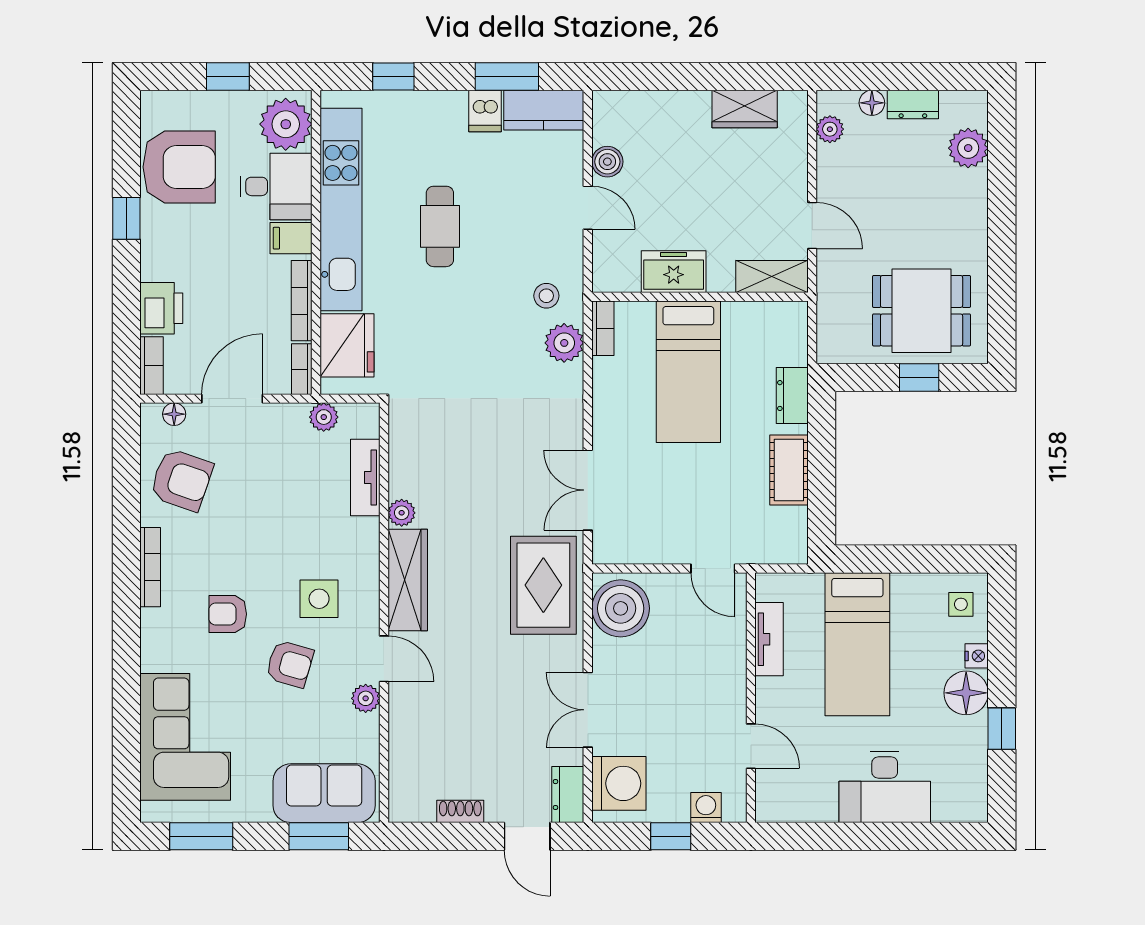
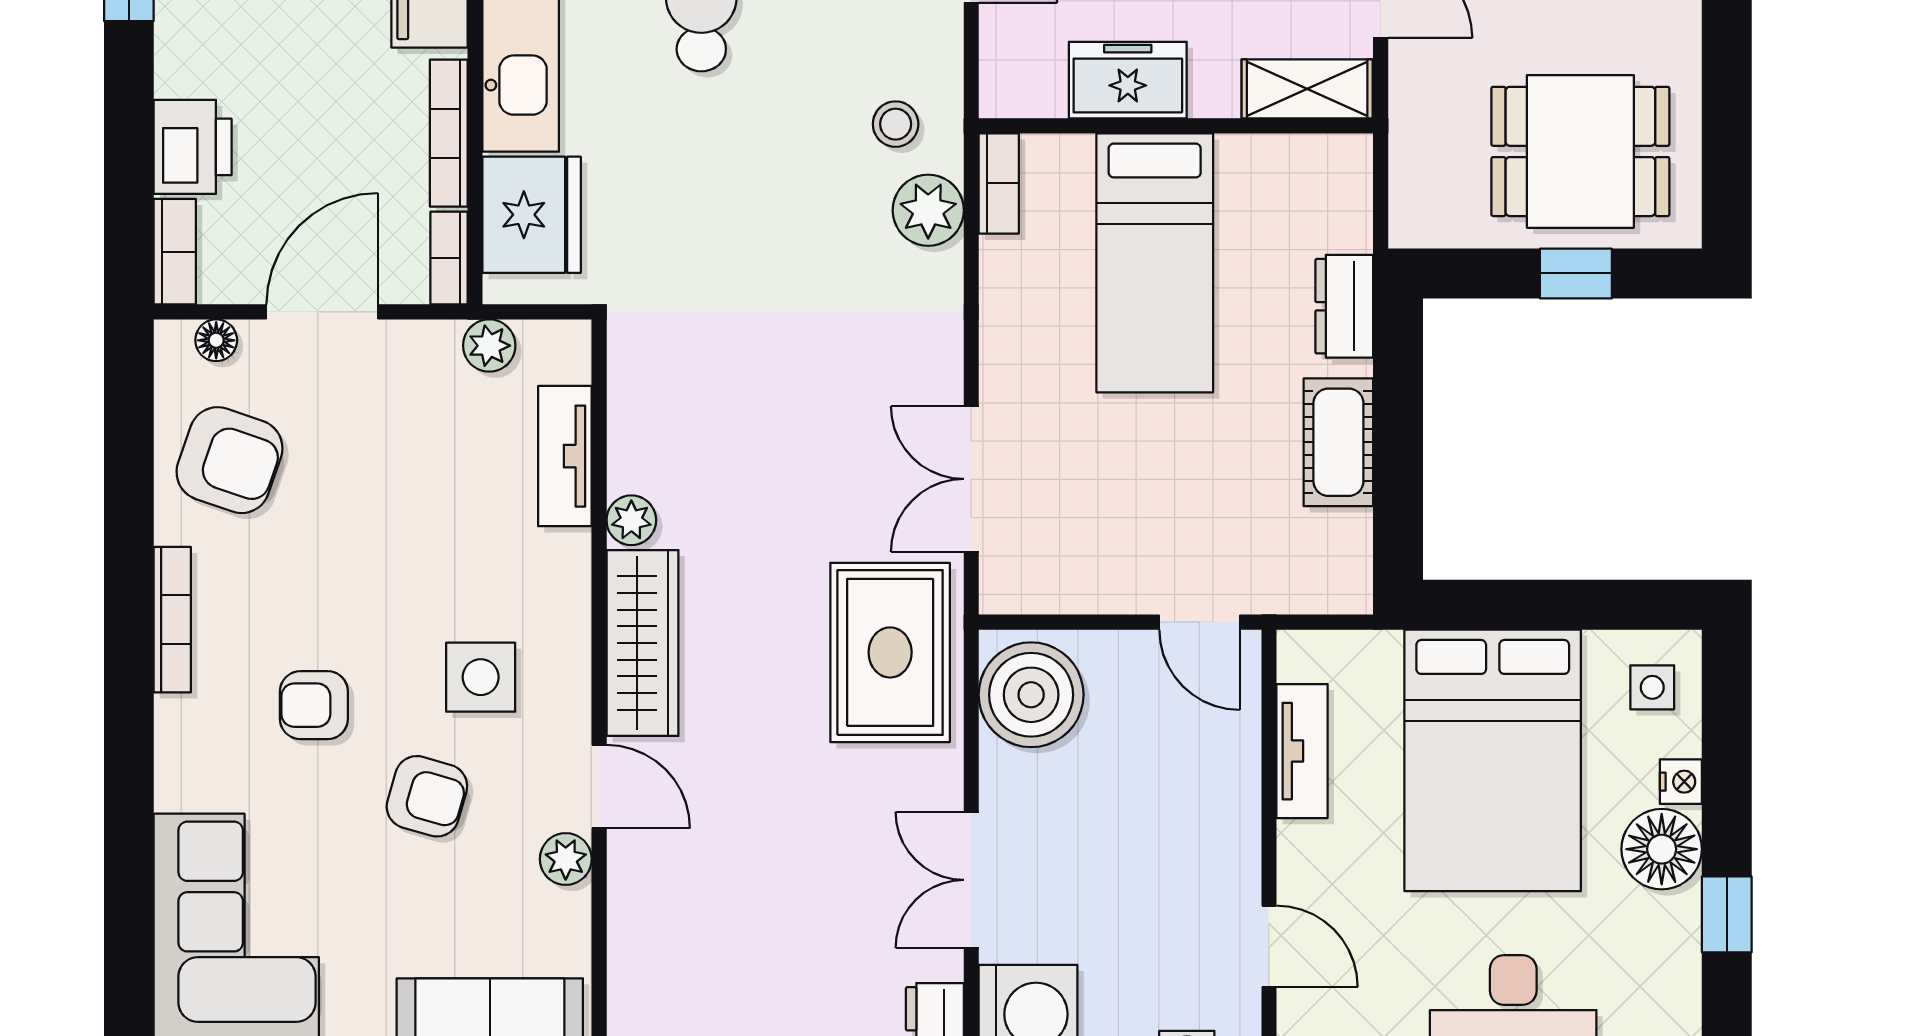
bed: (857, 644) -> (1493, 760), width x1.50

